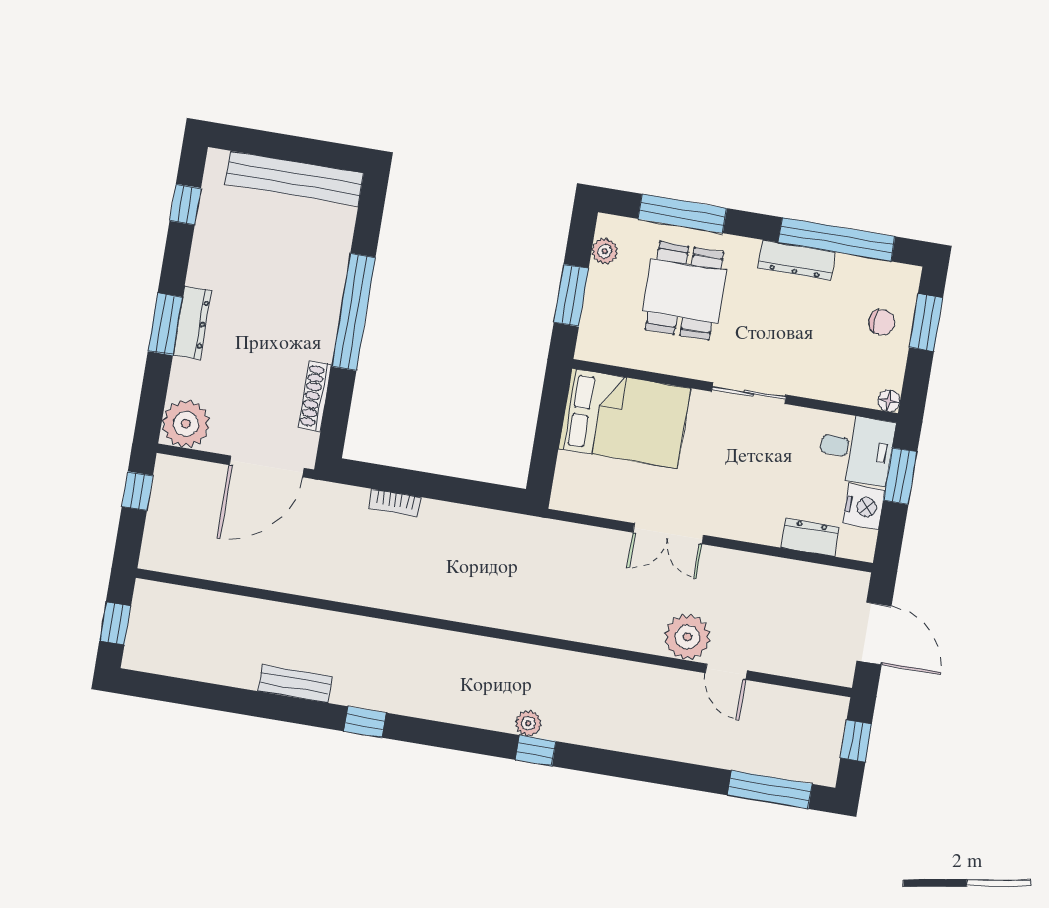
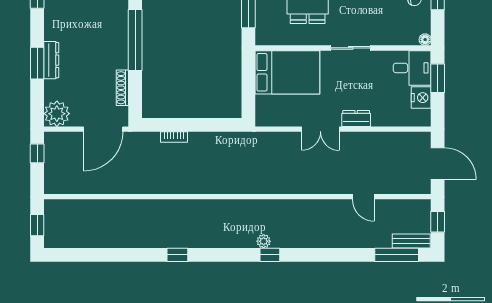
dresser: (810, 537) -> (356, 118), moved
plant: (687, 637) -> (340, 182), removed
bench: (295, 684) -> (411, 241), moved

